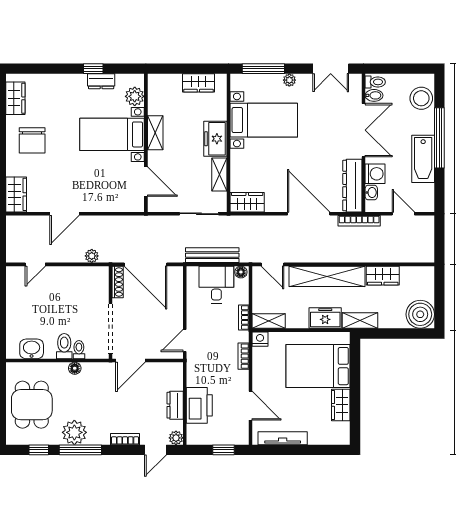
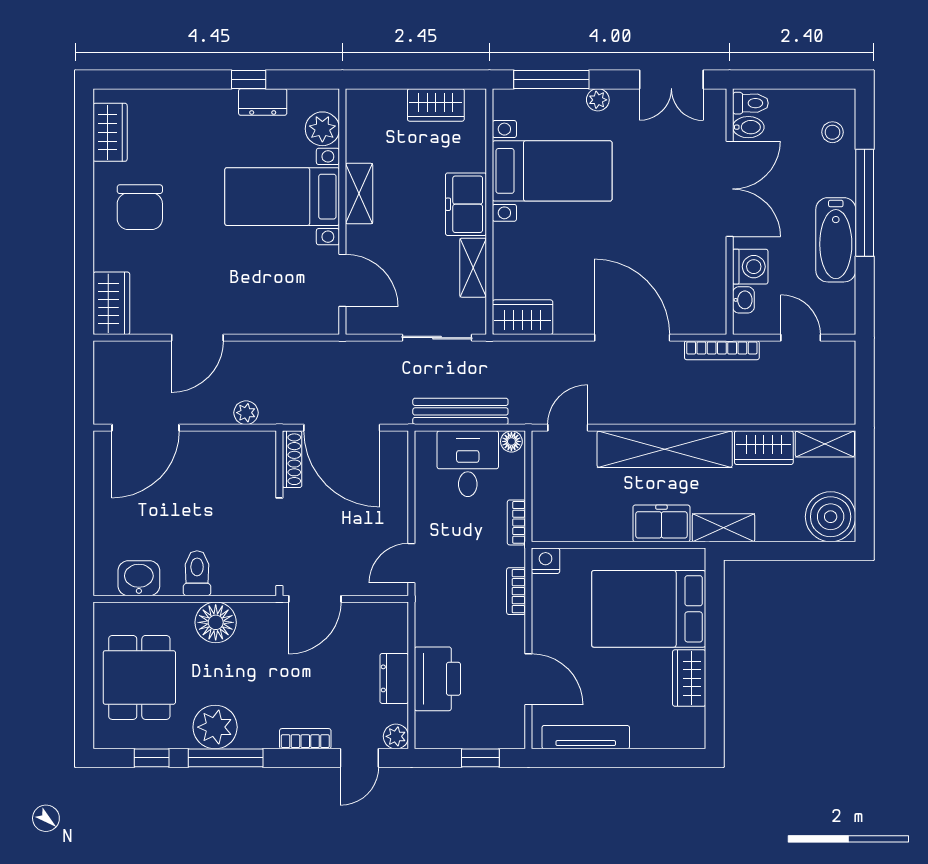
stool: (421, 98) -> (832, 132), width x0.53, depth x0.53
dresser: (352, 186) -> (710, 288), removed
door: (35, 264) -> (146, 428), width x1.87
door: (272, 264) -> (568, 428), swing flipped
shelving: (269, 321) -> (825, 444), moved
toilet: (79, 350) -> (223, 580), removed
floor lamp: (75, 368) -> (216, 622), width x1.89, depth x1.89

